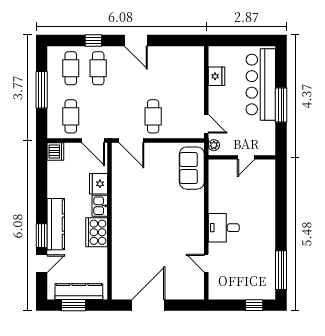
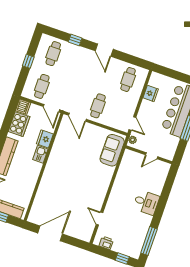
cafe table: (98, 68) -> (128, 79), moved
window: (42, 90) -> (28, 61), width x0.46
desk: (224, 228) -> (146, 202), moved, turned 180
cooker: (97, 232) -> (19, 124), moved, turned 180
printer: (226, 292) -> (106, 243), added

